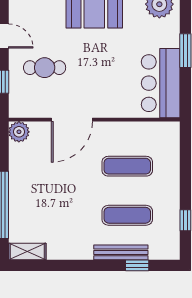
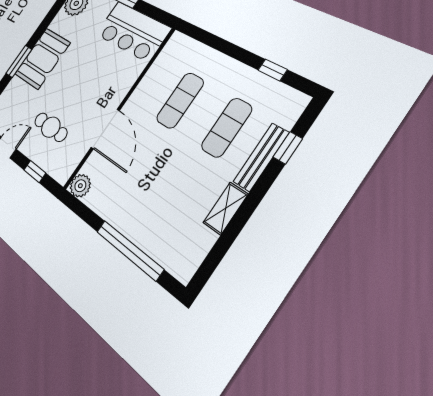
cafe table: (45, 68) -> (51, 127), turned 90
shelving: (27, 252) -> (225, 208), moved

